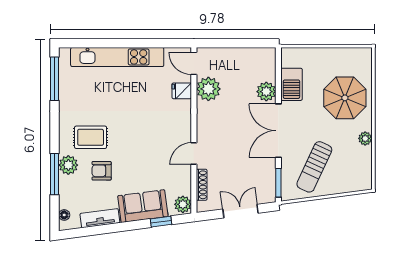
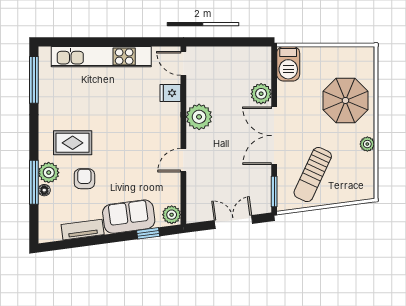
barbecue: (291, 84) -> (288, 64), moved
plant: (208, 89) -> (199, 117), moved
armchair: (102, 171) -> (84, 179), turned 90
shoe rack: (202, 185) -> (192, 194), removed
floor lamp: (64, 215) -> (44, 190), moved

